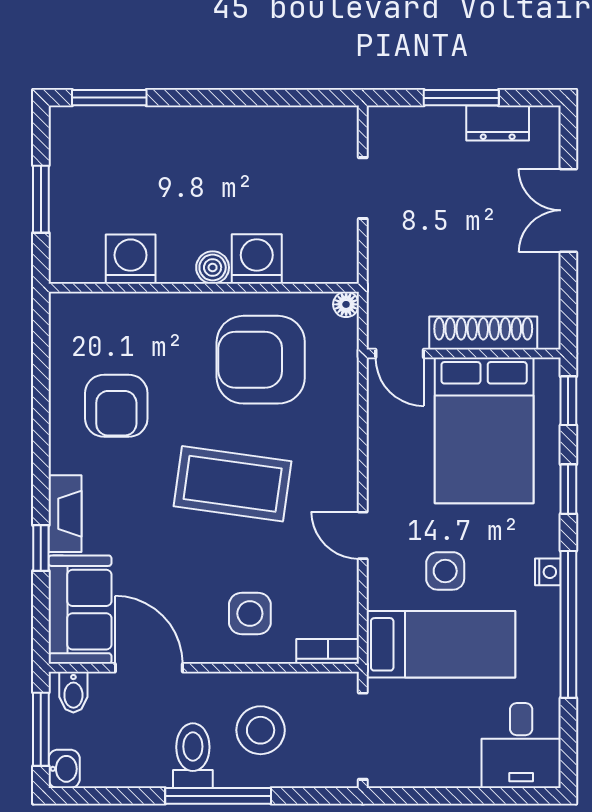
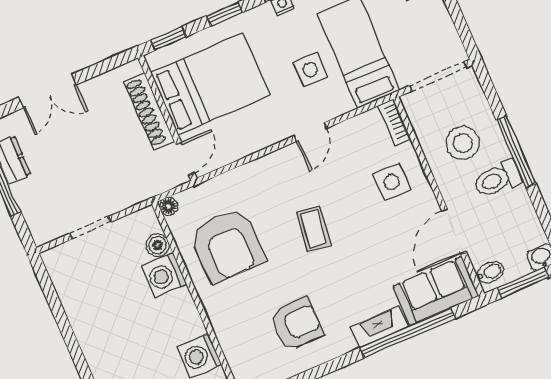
boiler: (213, 267) -> (158, 245), moved
coffee table: (233, 484) -> (314, 229), width x0.54, depth x0.58
window: (41, 548) -> (408, 333), width x3.17

